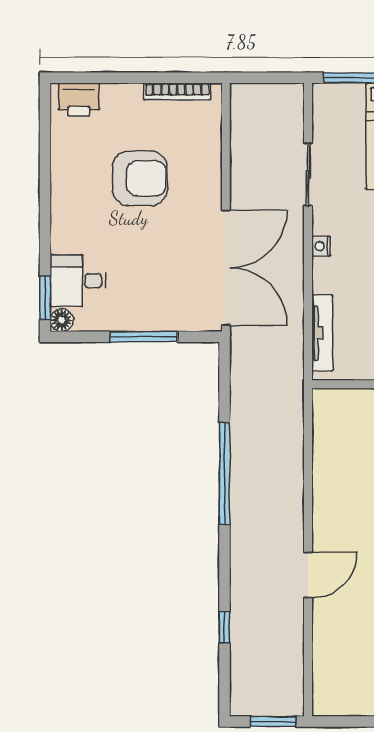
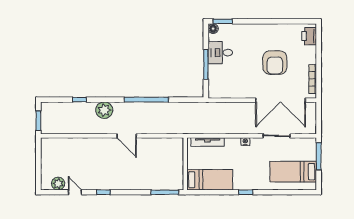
double door: (226, 268) -> (281, 100), moved
desk: (78, 281) -> (220, 53), moved, turned -90
plant: (249, 570) -> (104, 110), added
door: (308, 575) -> (127, 136), moved

